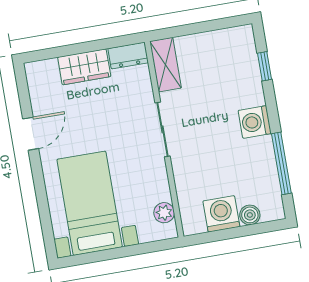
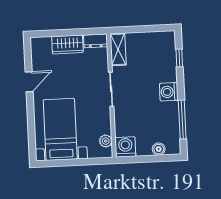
washing machine: (221, 214) -> (125, 147), moved

